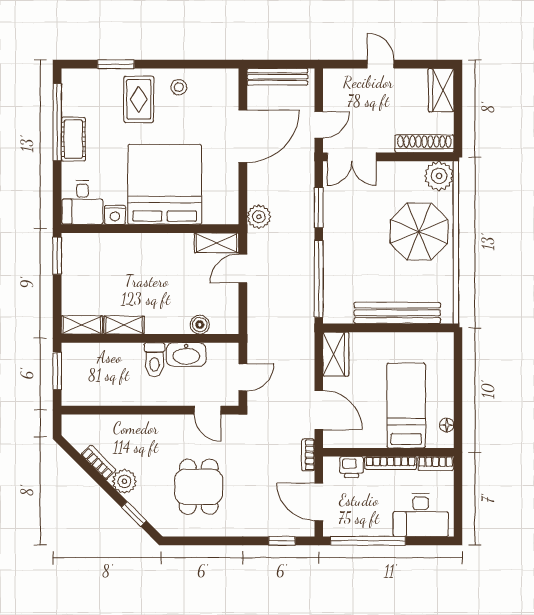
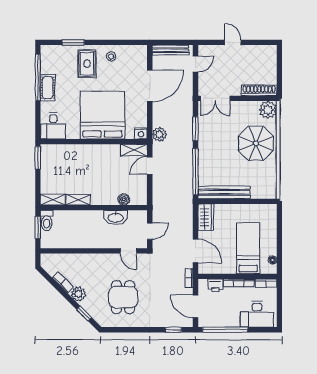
wardrobe: (441, 90) -> (269, 58), removed
door: (319, 125) -> (195, 64), moved
nightstand: (115, 215) -> (141, 133), moved
bench: (397, 313) -> (224, 192), moved
toilet: (155, 360) -> (47, 221), moved

